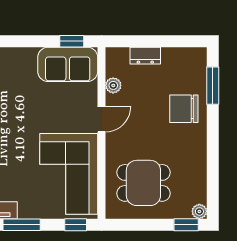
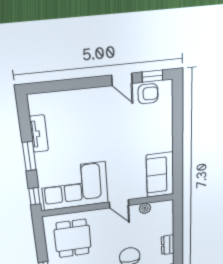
window: (72, 41) -> (178, 175), removed
dresser: (145, 56) -> (168, 245), moved

